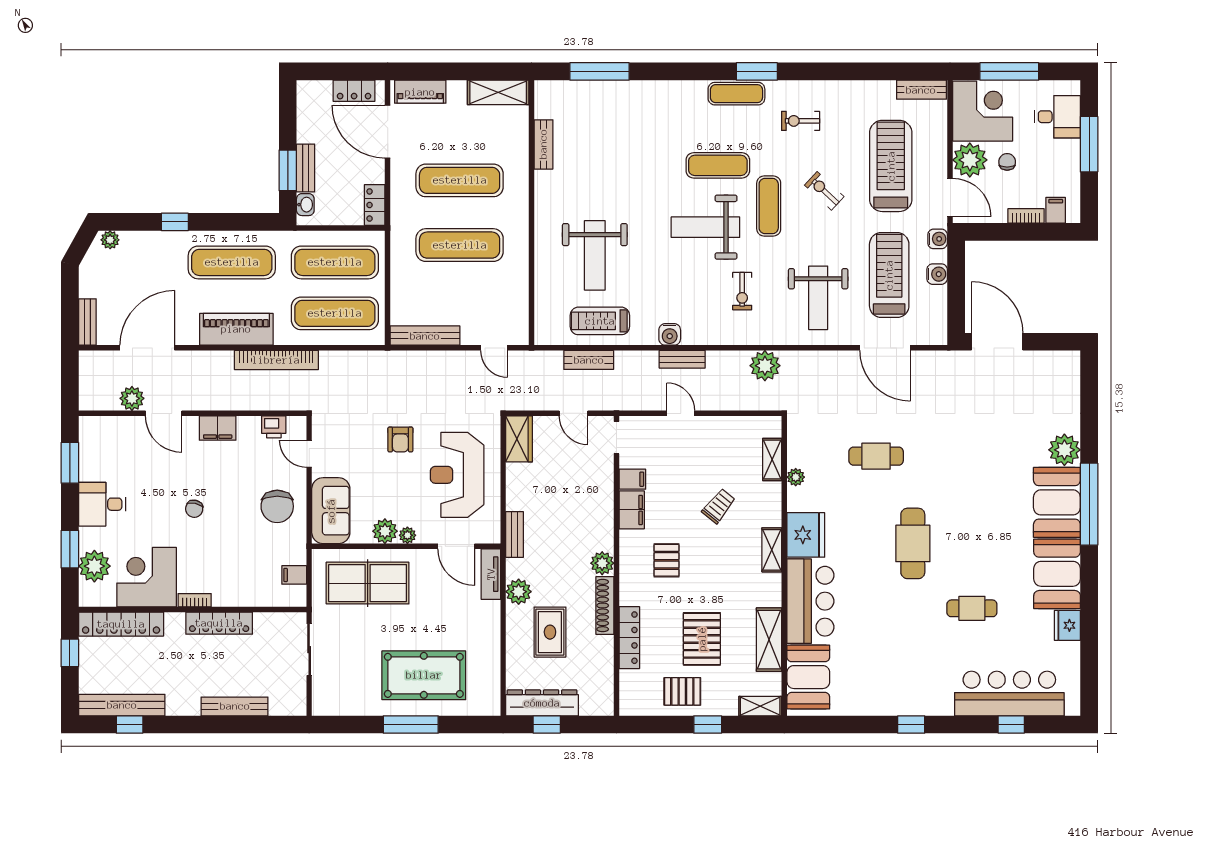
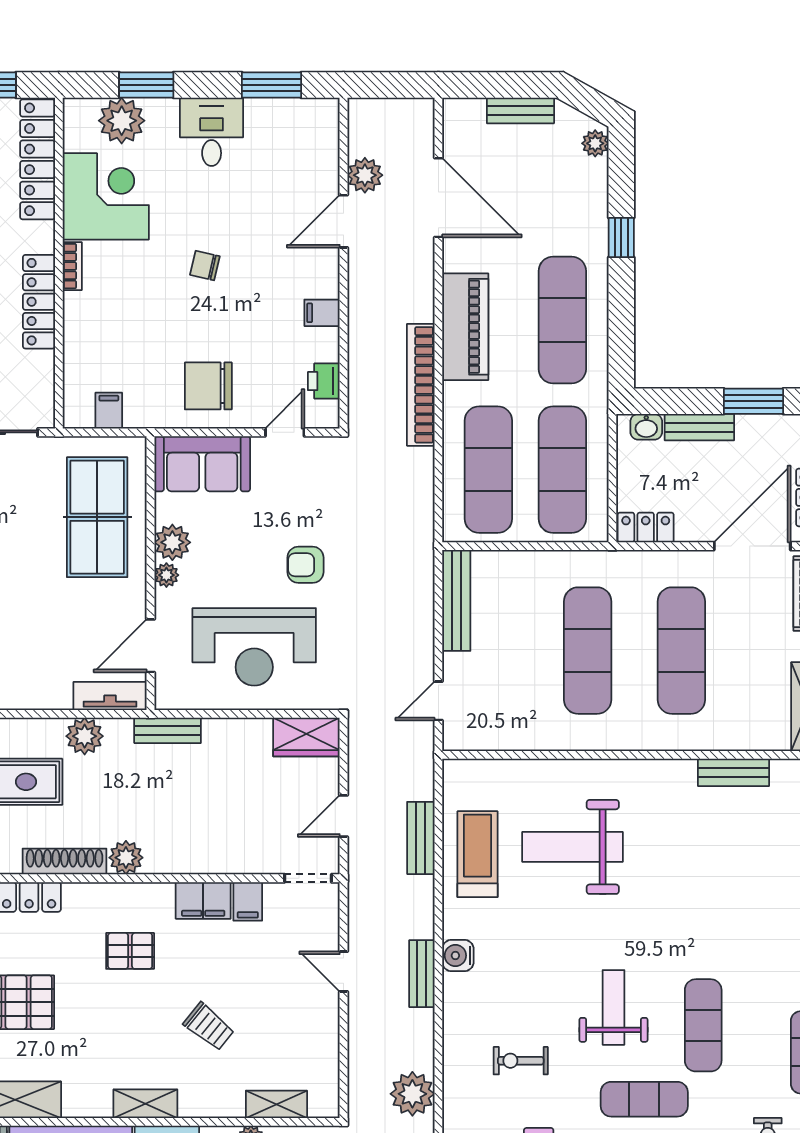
window: (288, 170) -> (753, 401), moved
weight bench: (705, 227) -> (614, 1007), width x0.73, depth x0.75
bench: (87, 322) -> (520, 110), moved
door: (681, 413) -> (343, 972), swing flipped
filing cabinet: (218, 428) -> (322, 313), width x0.50
reception desk: (457, 475) -> (254, 647), turned 180

